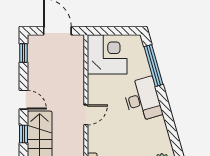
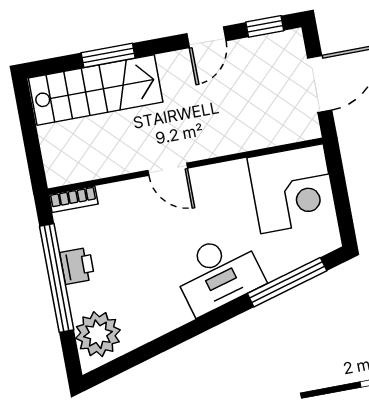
door: (23, 100) -> (206, 37), moved
window: (23, 134) -> (108, 55), width x1.50

